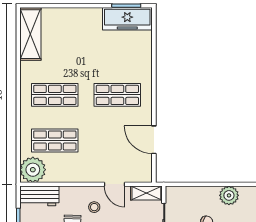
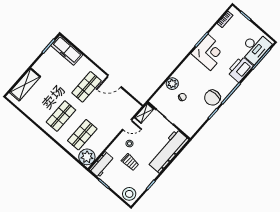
freezer: (127, 19) -> (67, 50), moved, turned 90
shelving: (30, 34) -> (25, 84), moved, turned 90
door: (154, 140) -> (114, 81), moved
plant: (229, 195) -> (172, 84), moved

